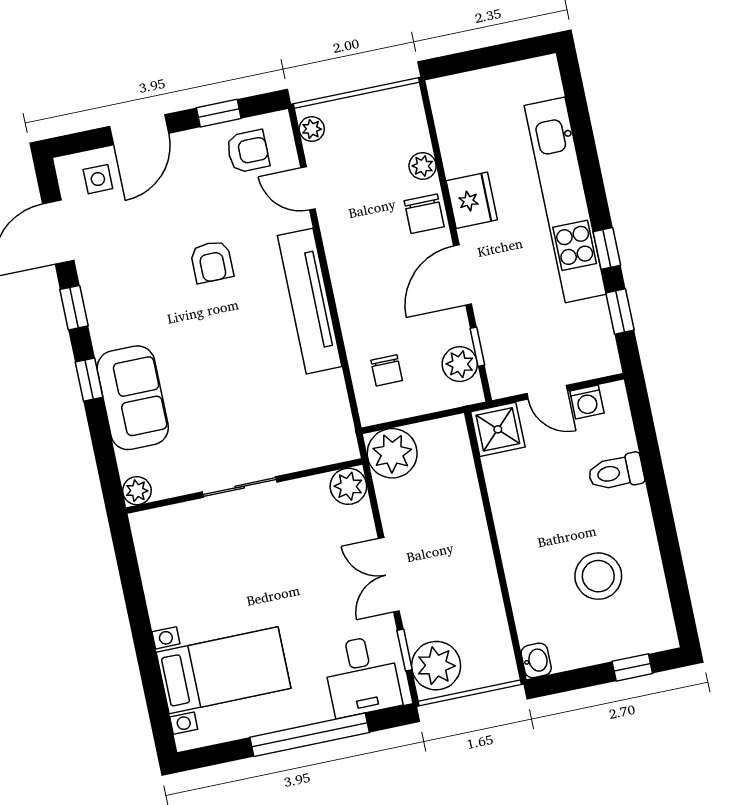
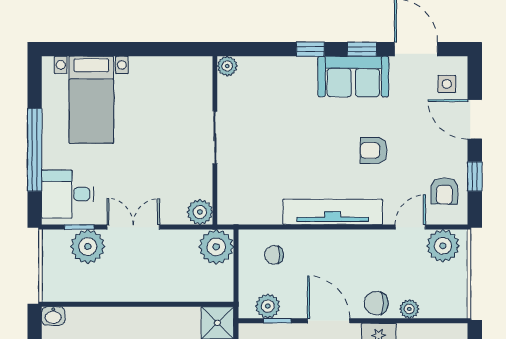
plant: (312, 129) -> (443, 246), width x1.88, depth x1.88
sofa: (133, 398) -> (353, 77), moved
plant: (436, 666) -> (88, 246), moved

